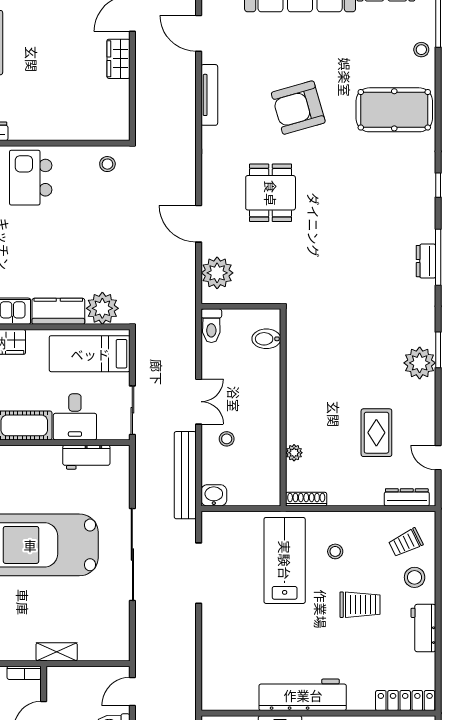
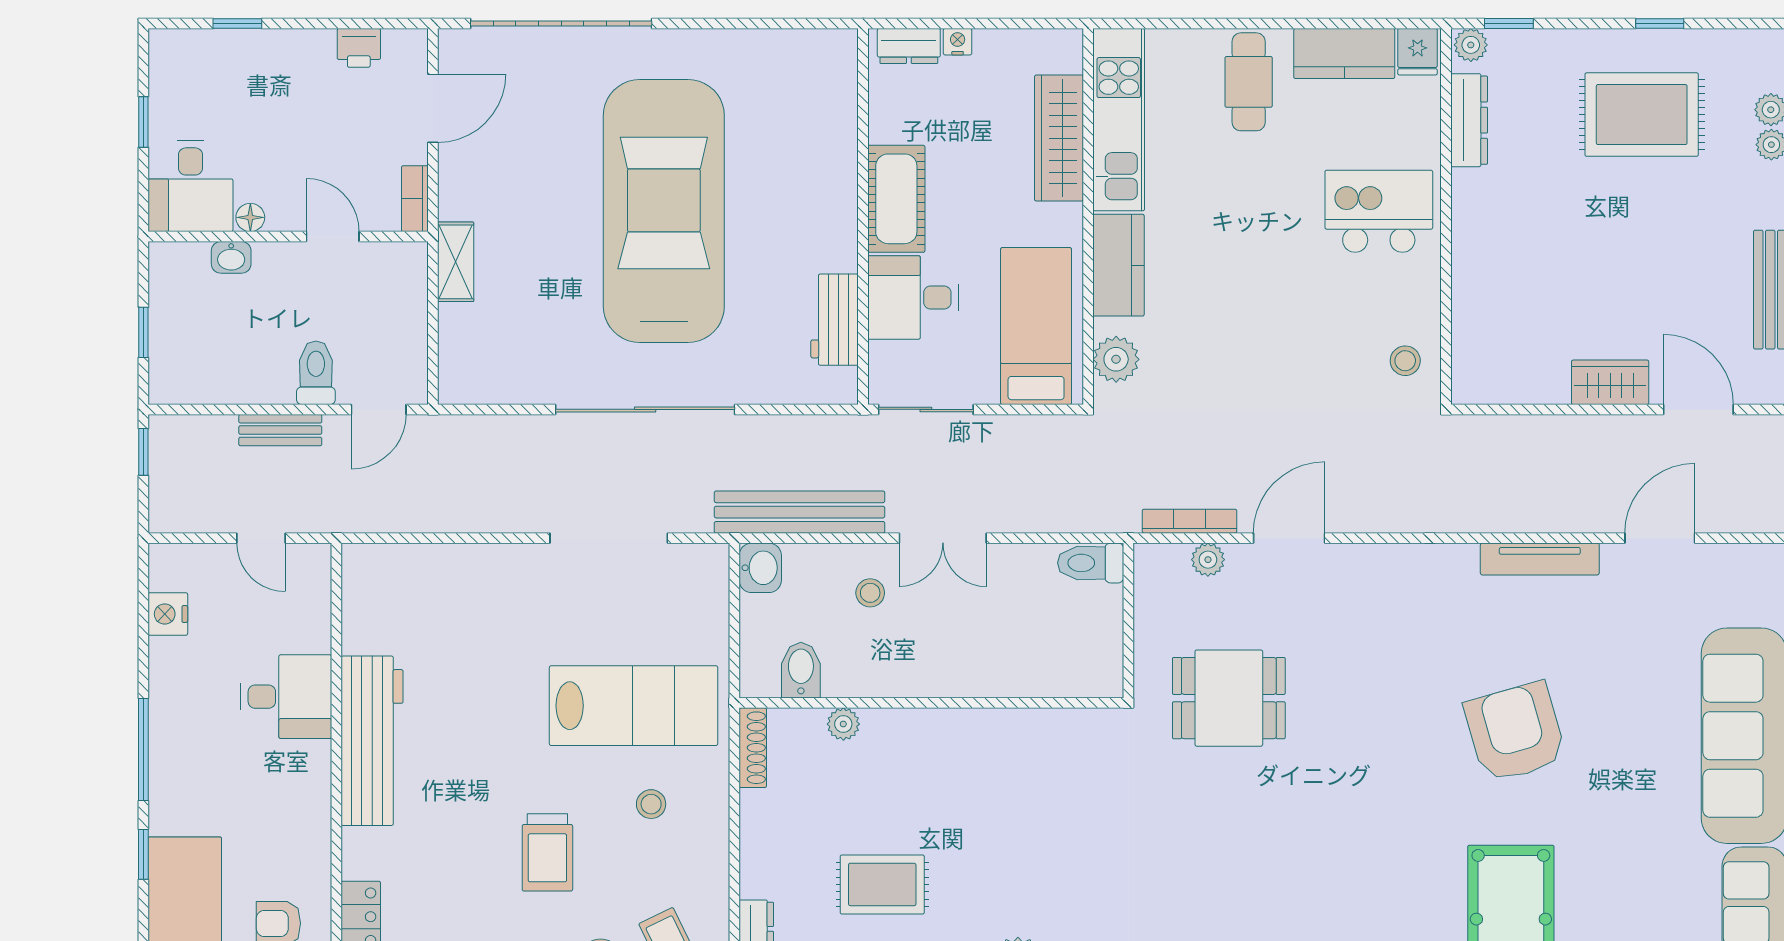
dining table: (271, 193) -> (1229, 698), moved
plant: (217, 273) -> (1208, 560), width x0.53, depth x0.53
bookcase: (190, 275) -> (1190, 521), added
plant: (102, 308) -> (1116, 359), width x0.73, depth x0.73
bidet: (266, 339) -> (801, 670), moved
door: (132, 691) -> (379, 409), swing flipped

